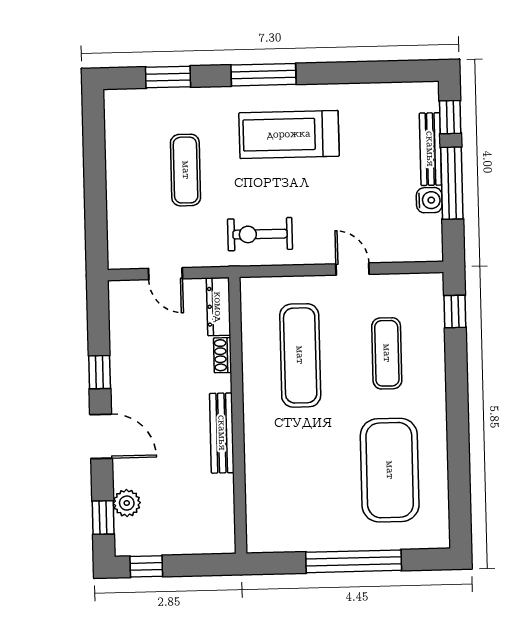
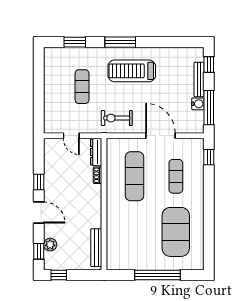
window: (452, 183) -> (209, 108), moved
door: (352, 269) -> (160, 136), width x1.88
bench: (222, 433) -> (96, 248), moved

